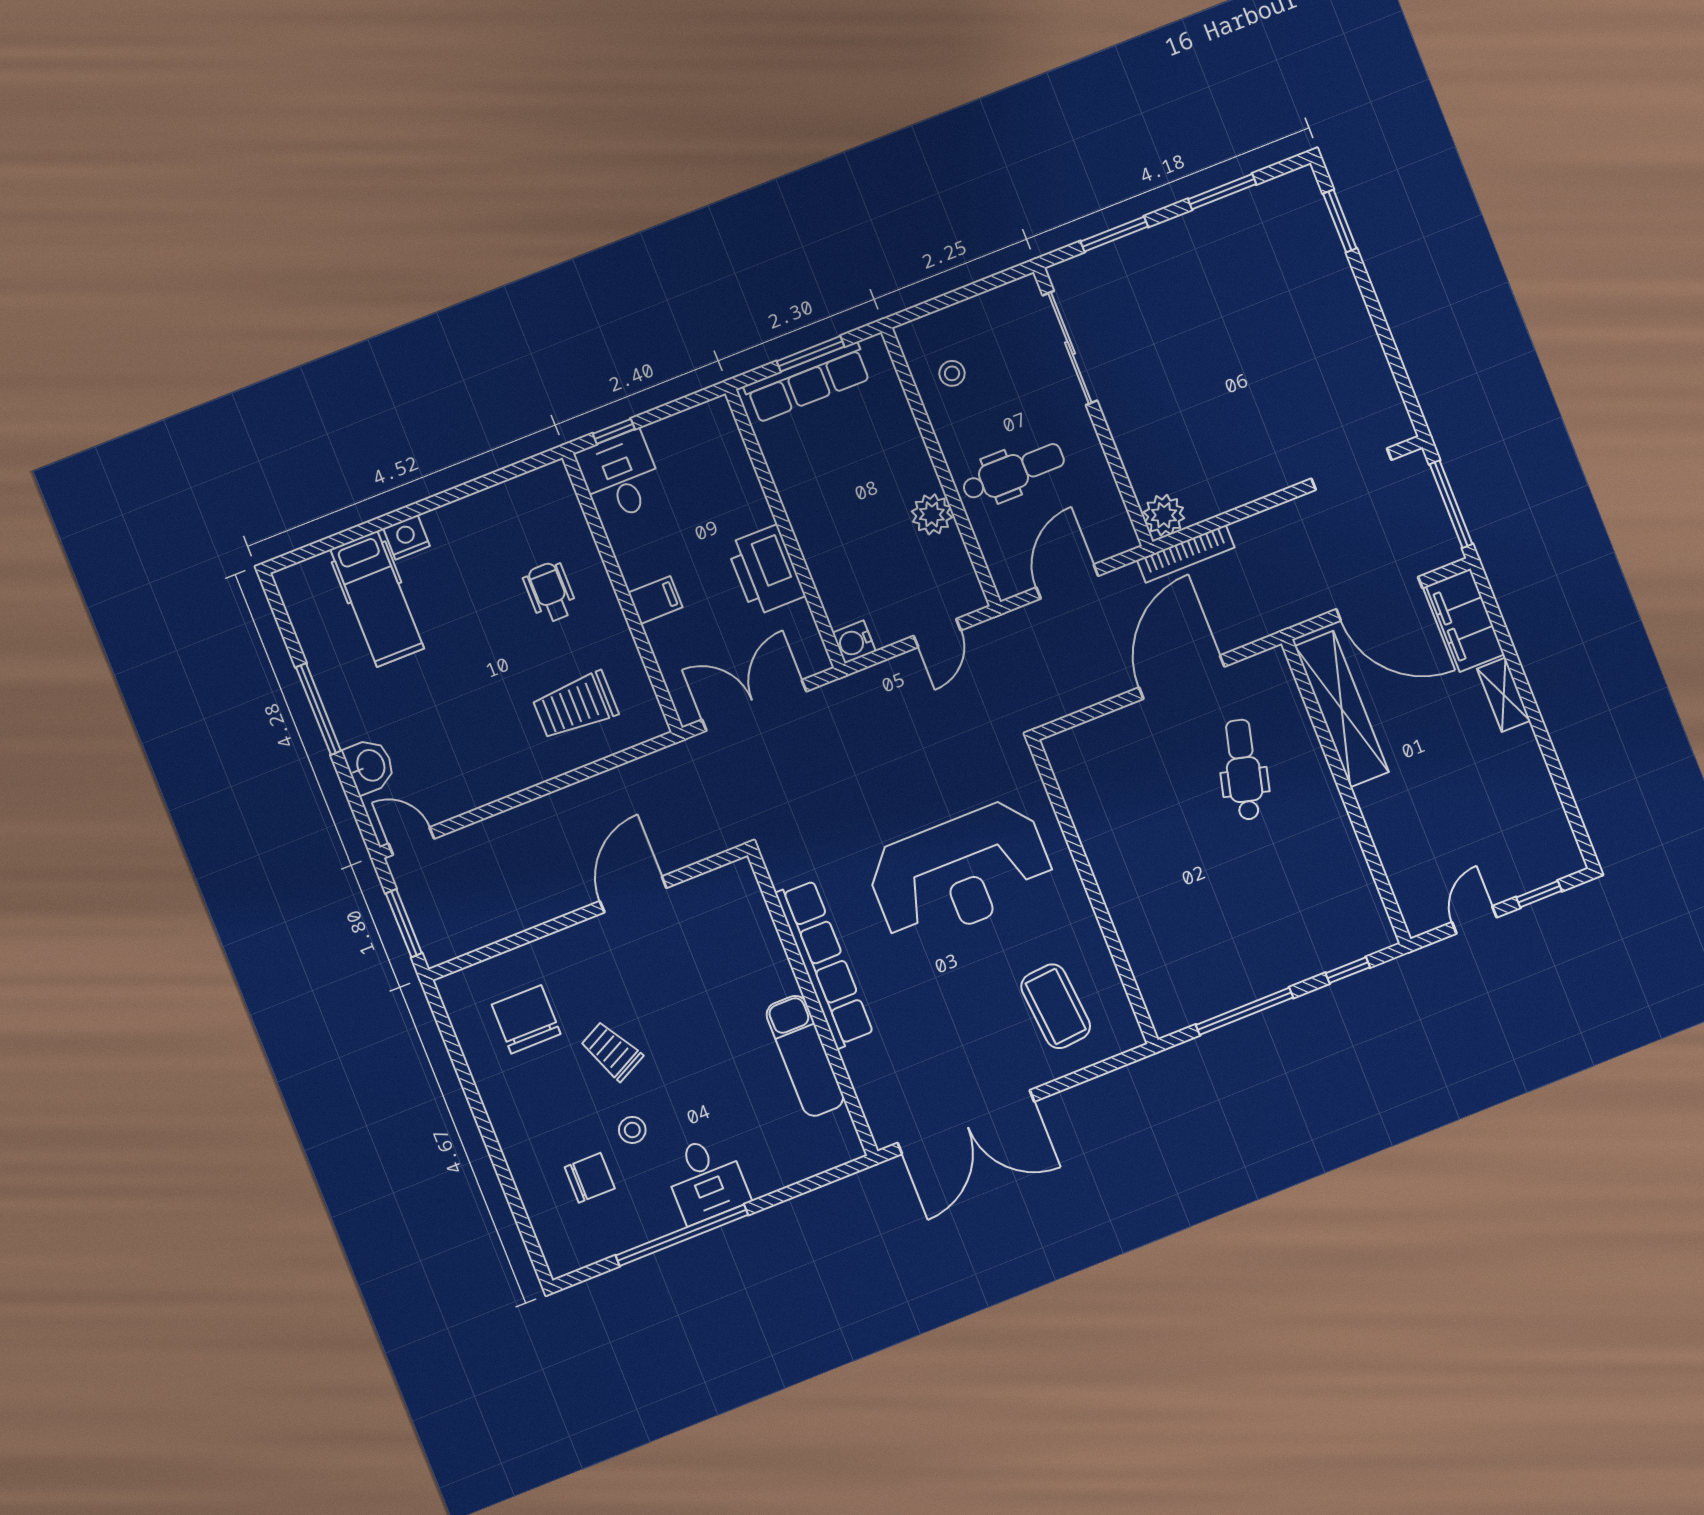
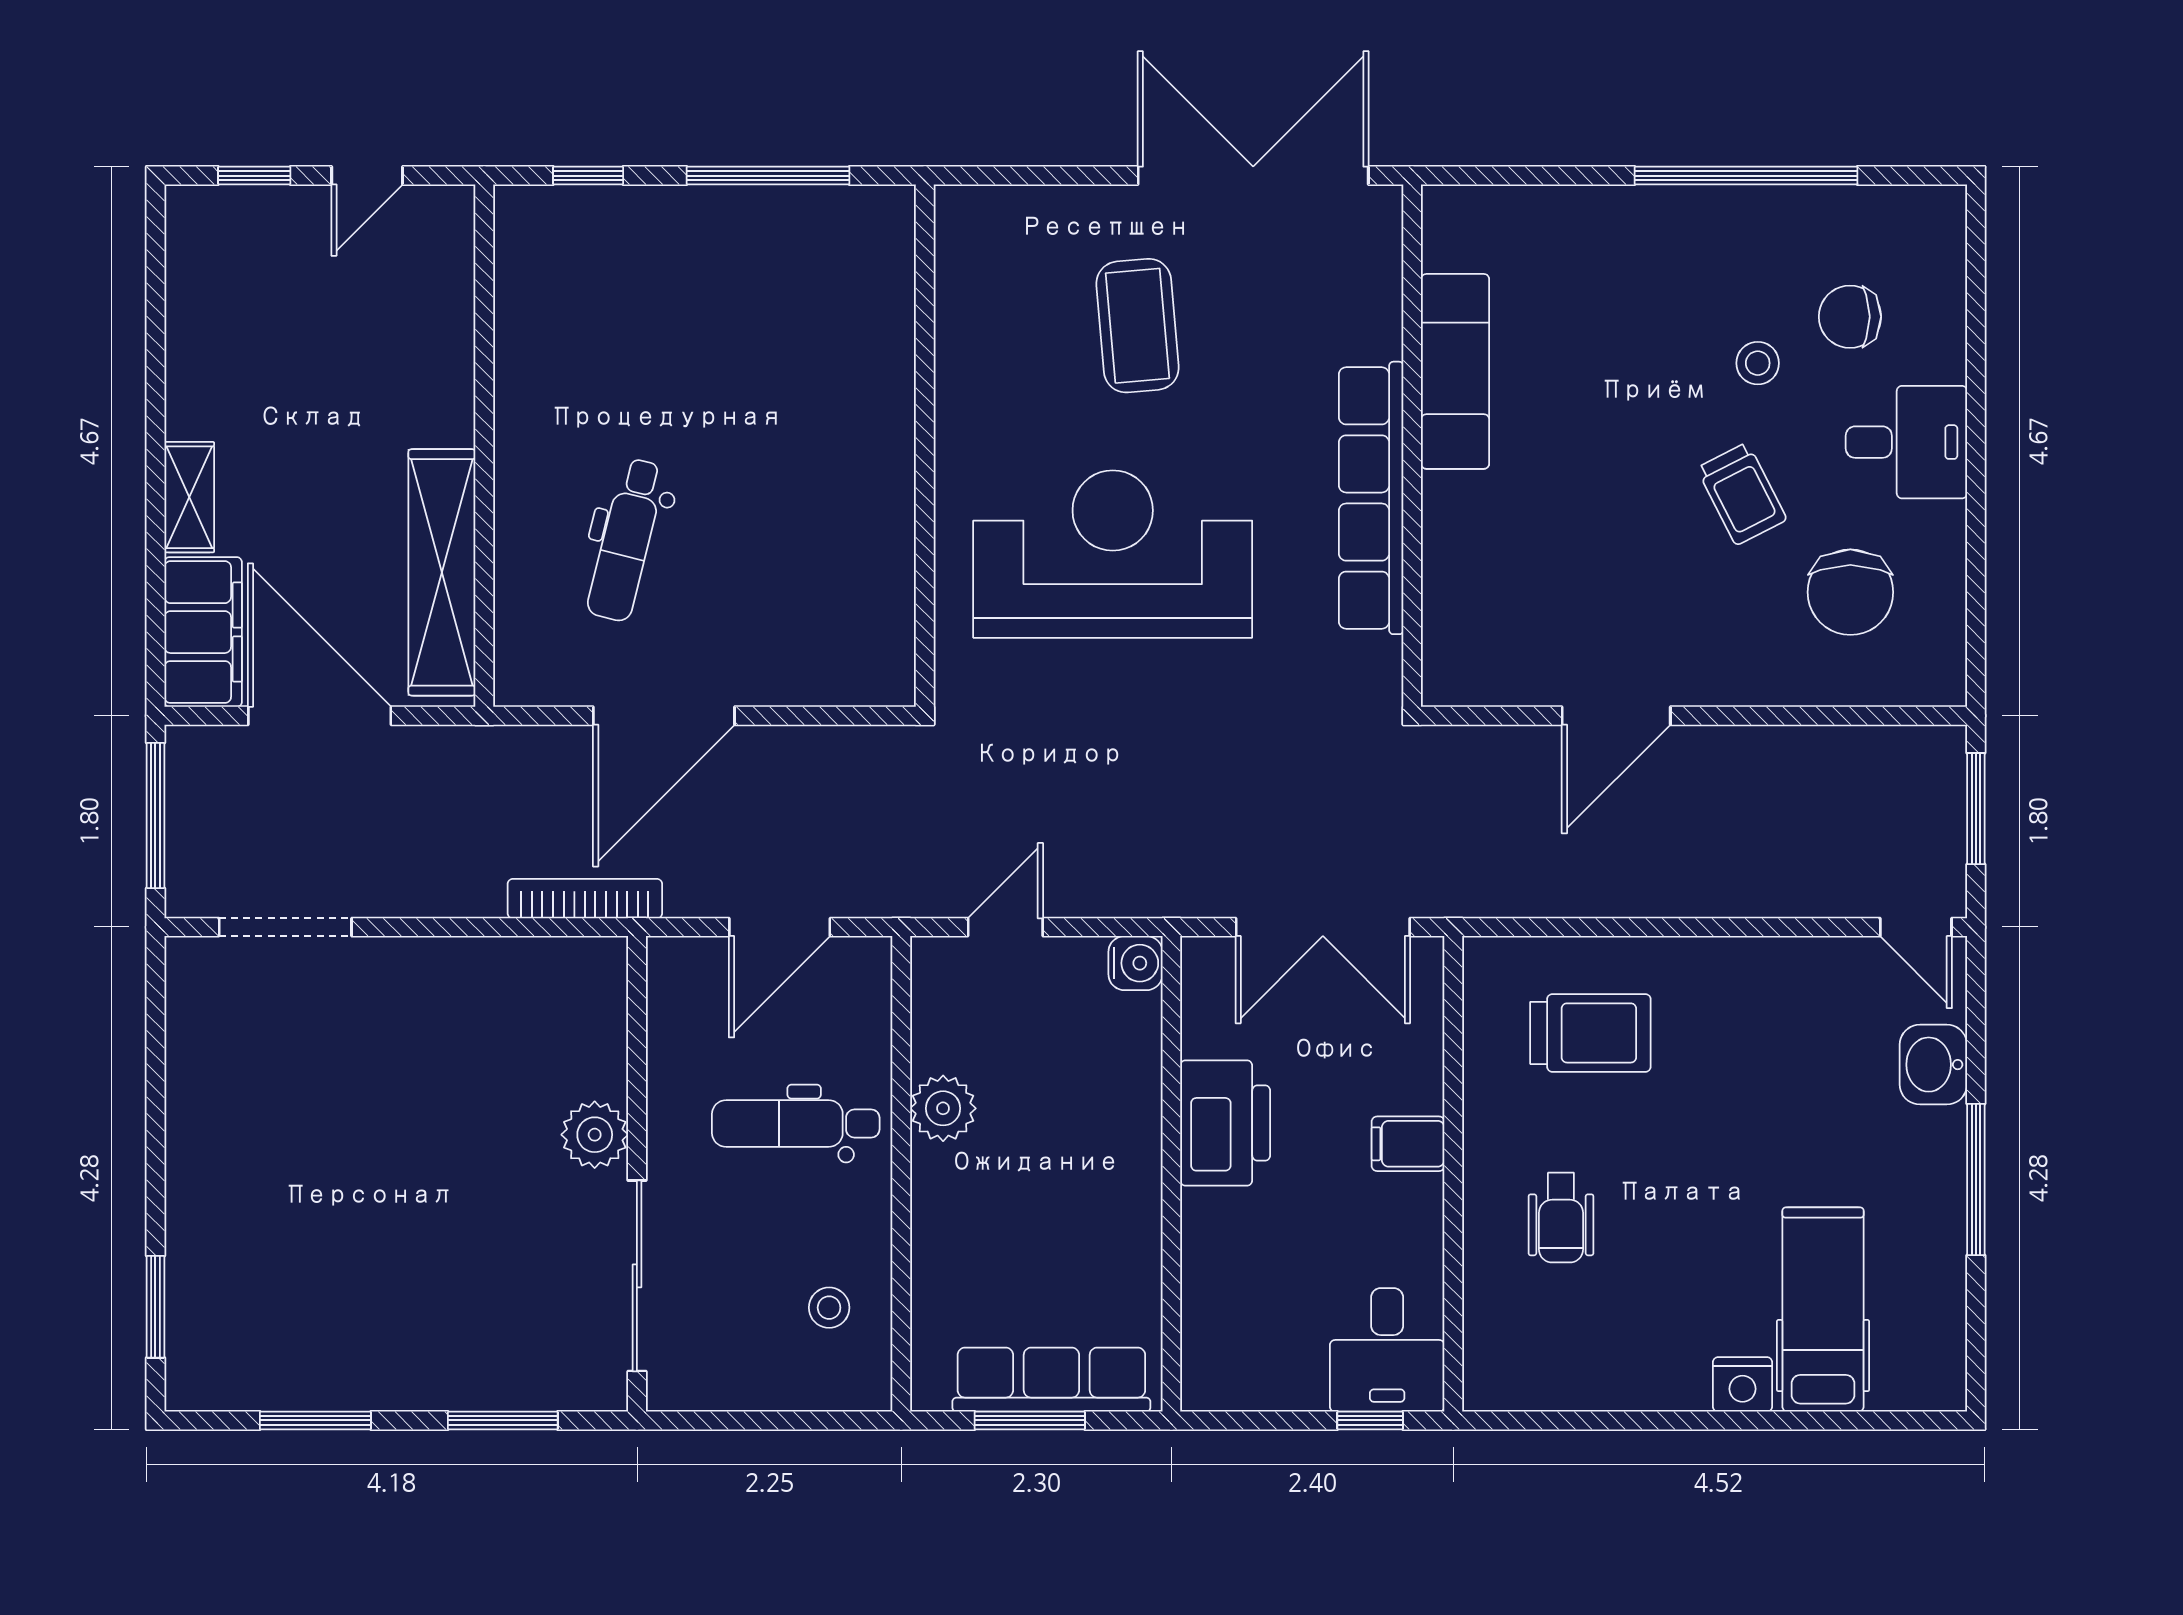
plant: (1164, 515) -> (595, 1135), moved
coffee table: (1056, 1006) -> (1138, 326), moved
desk: (706, 1179) -> (1906, 442), moved, turned 90

